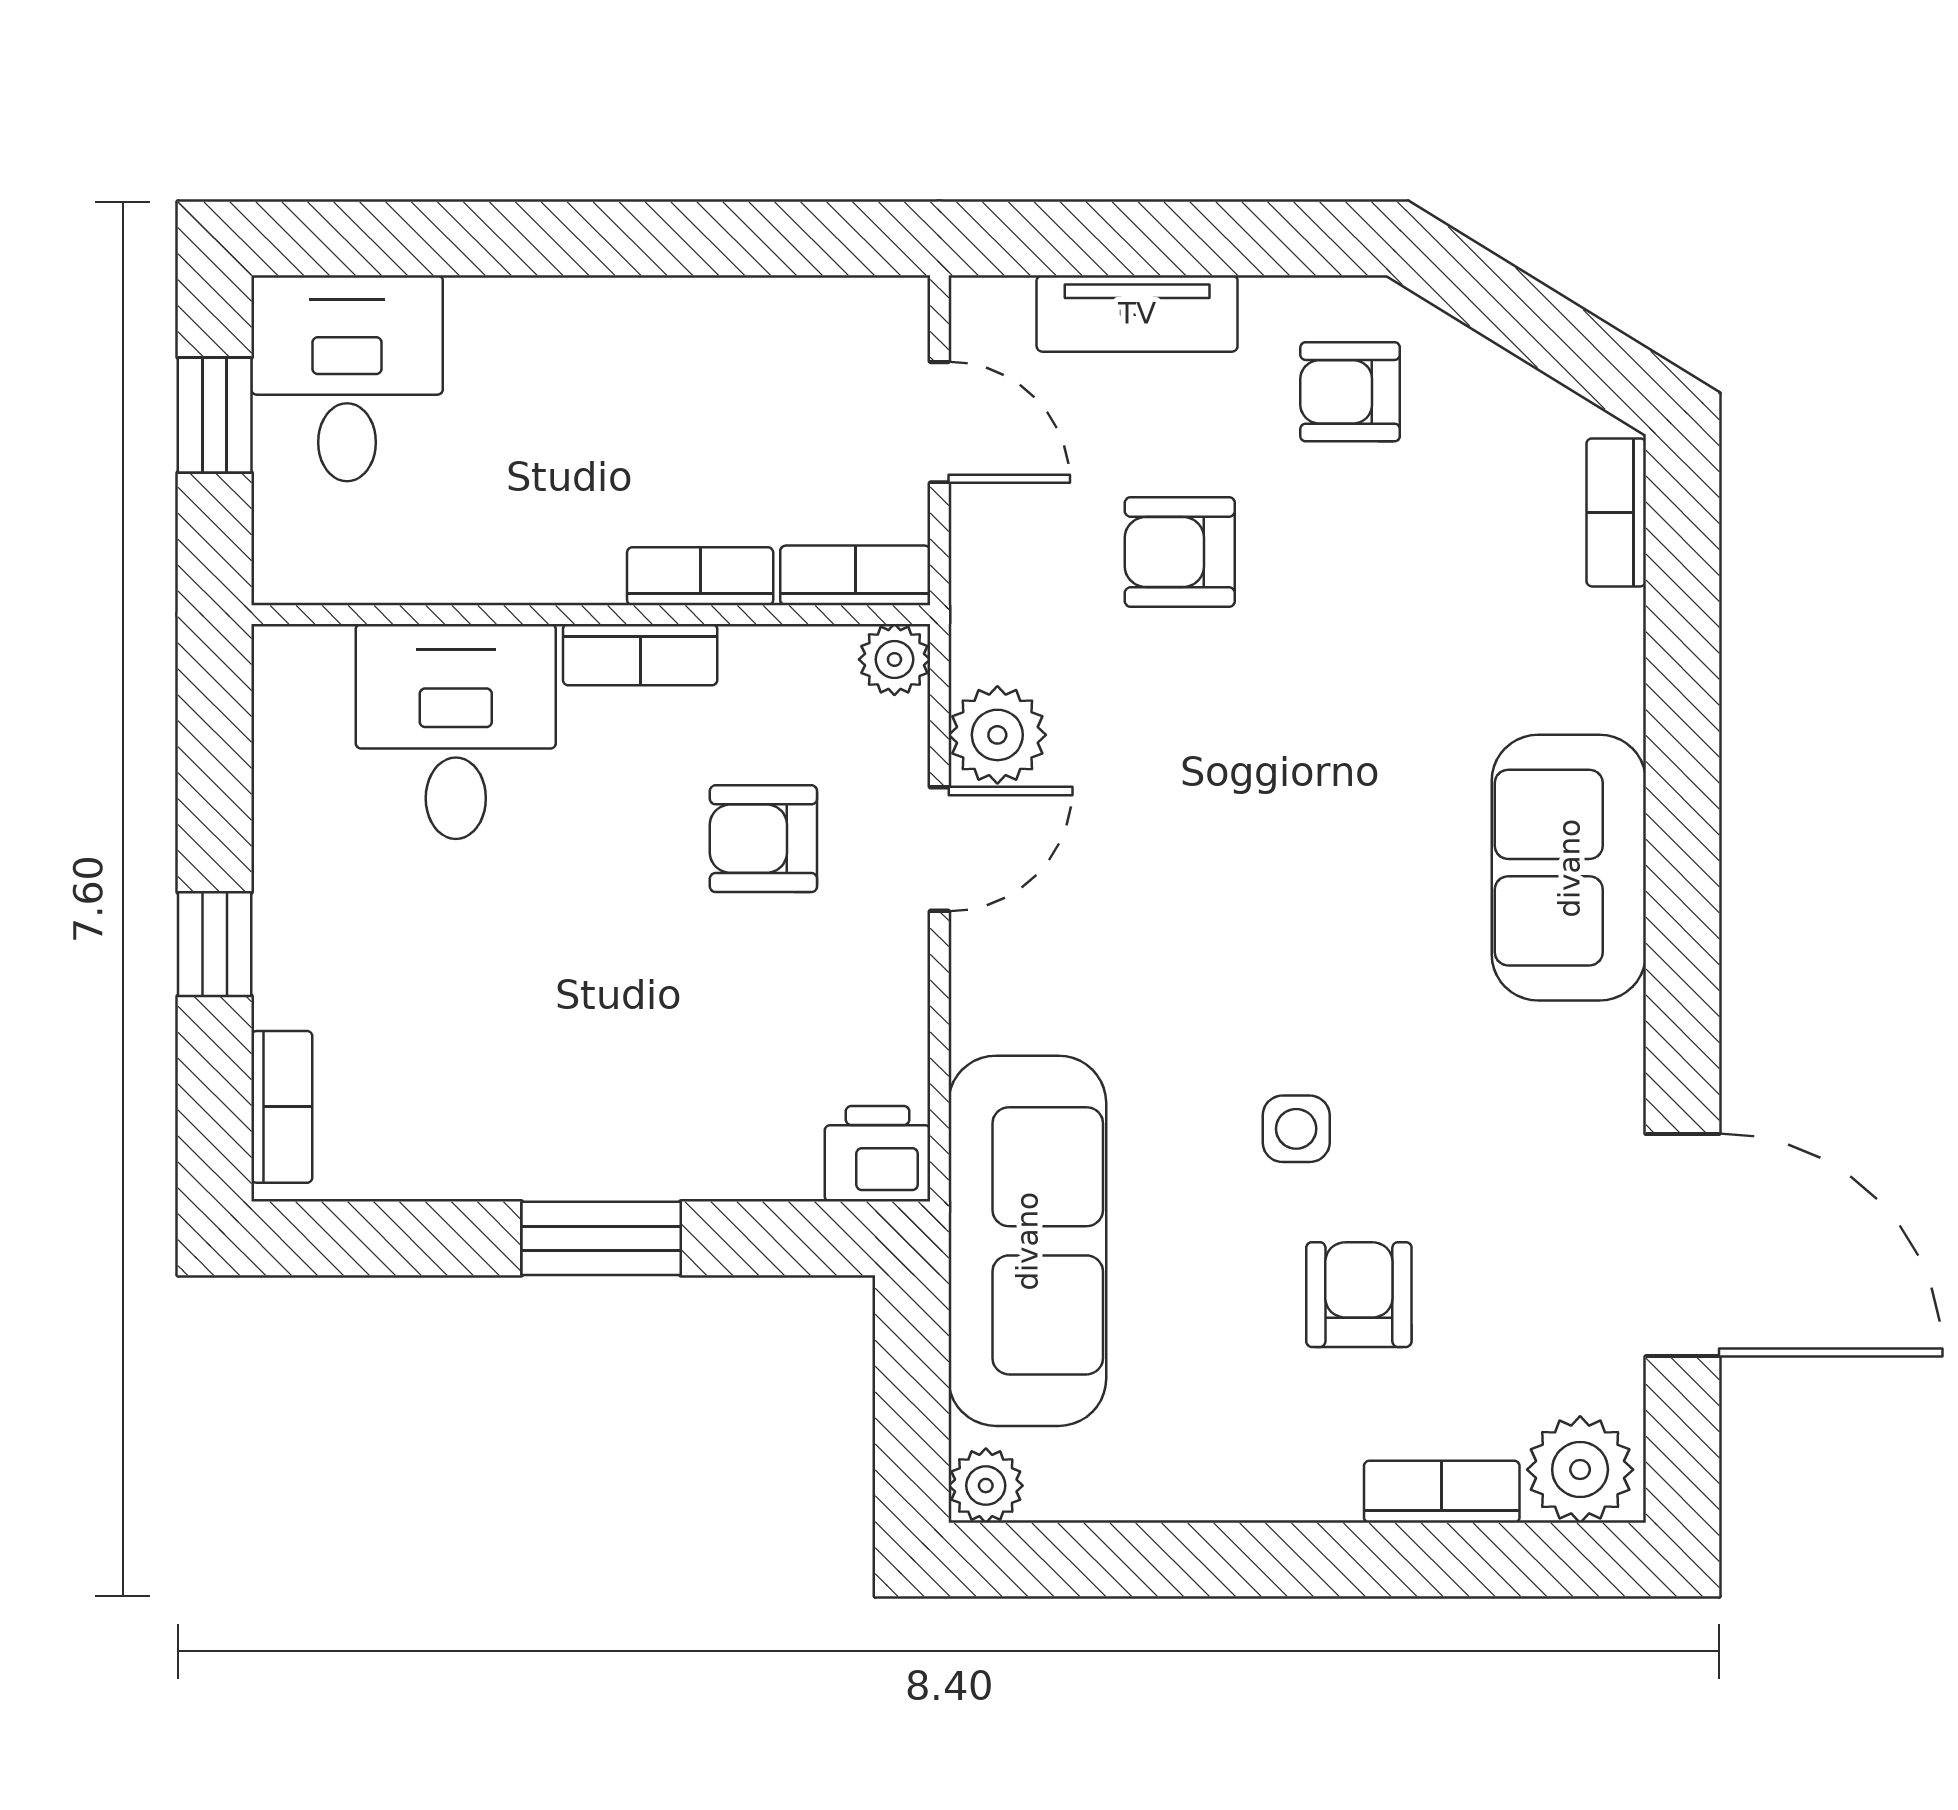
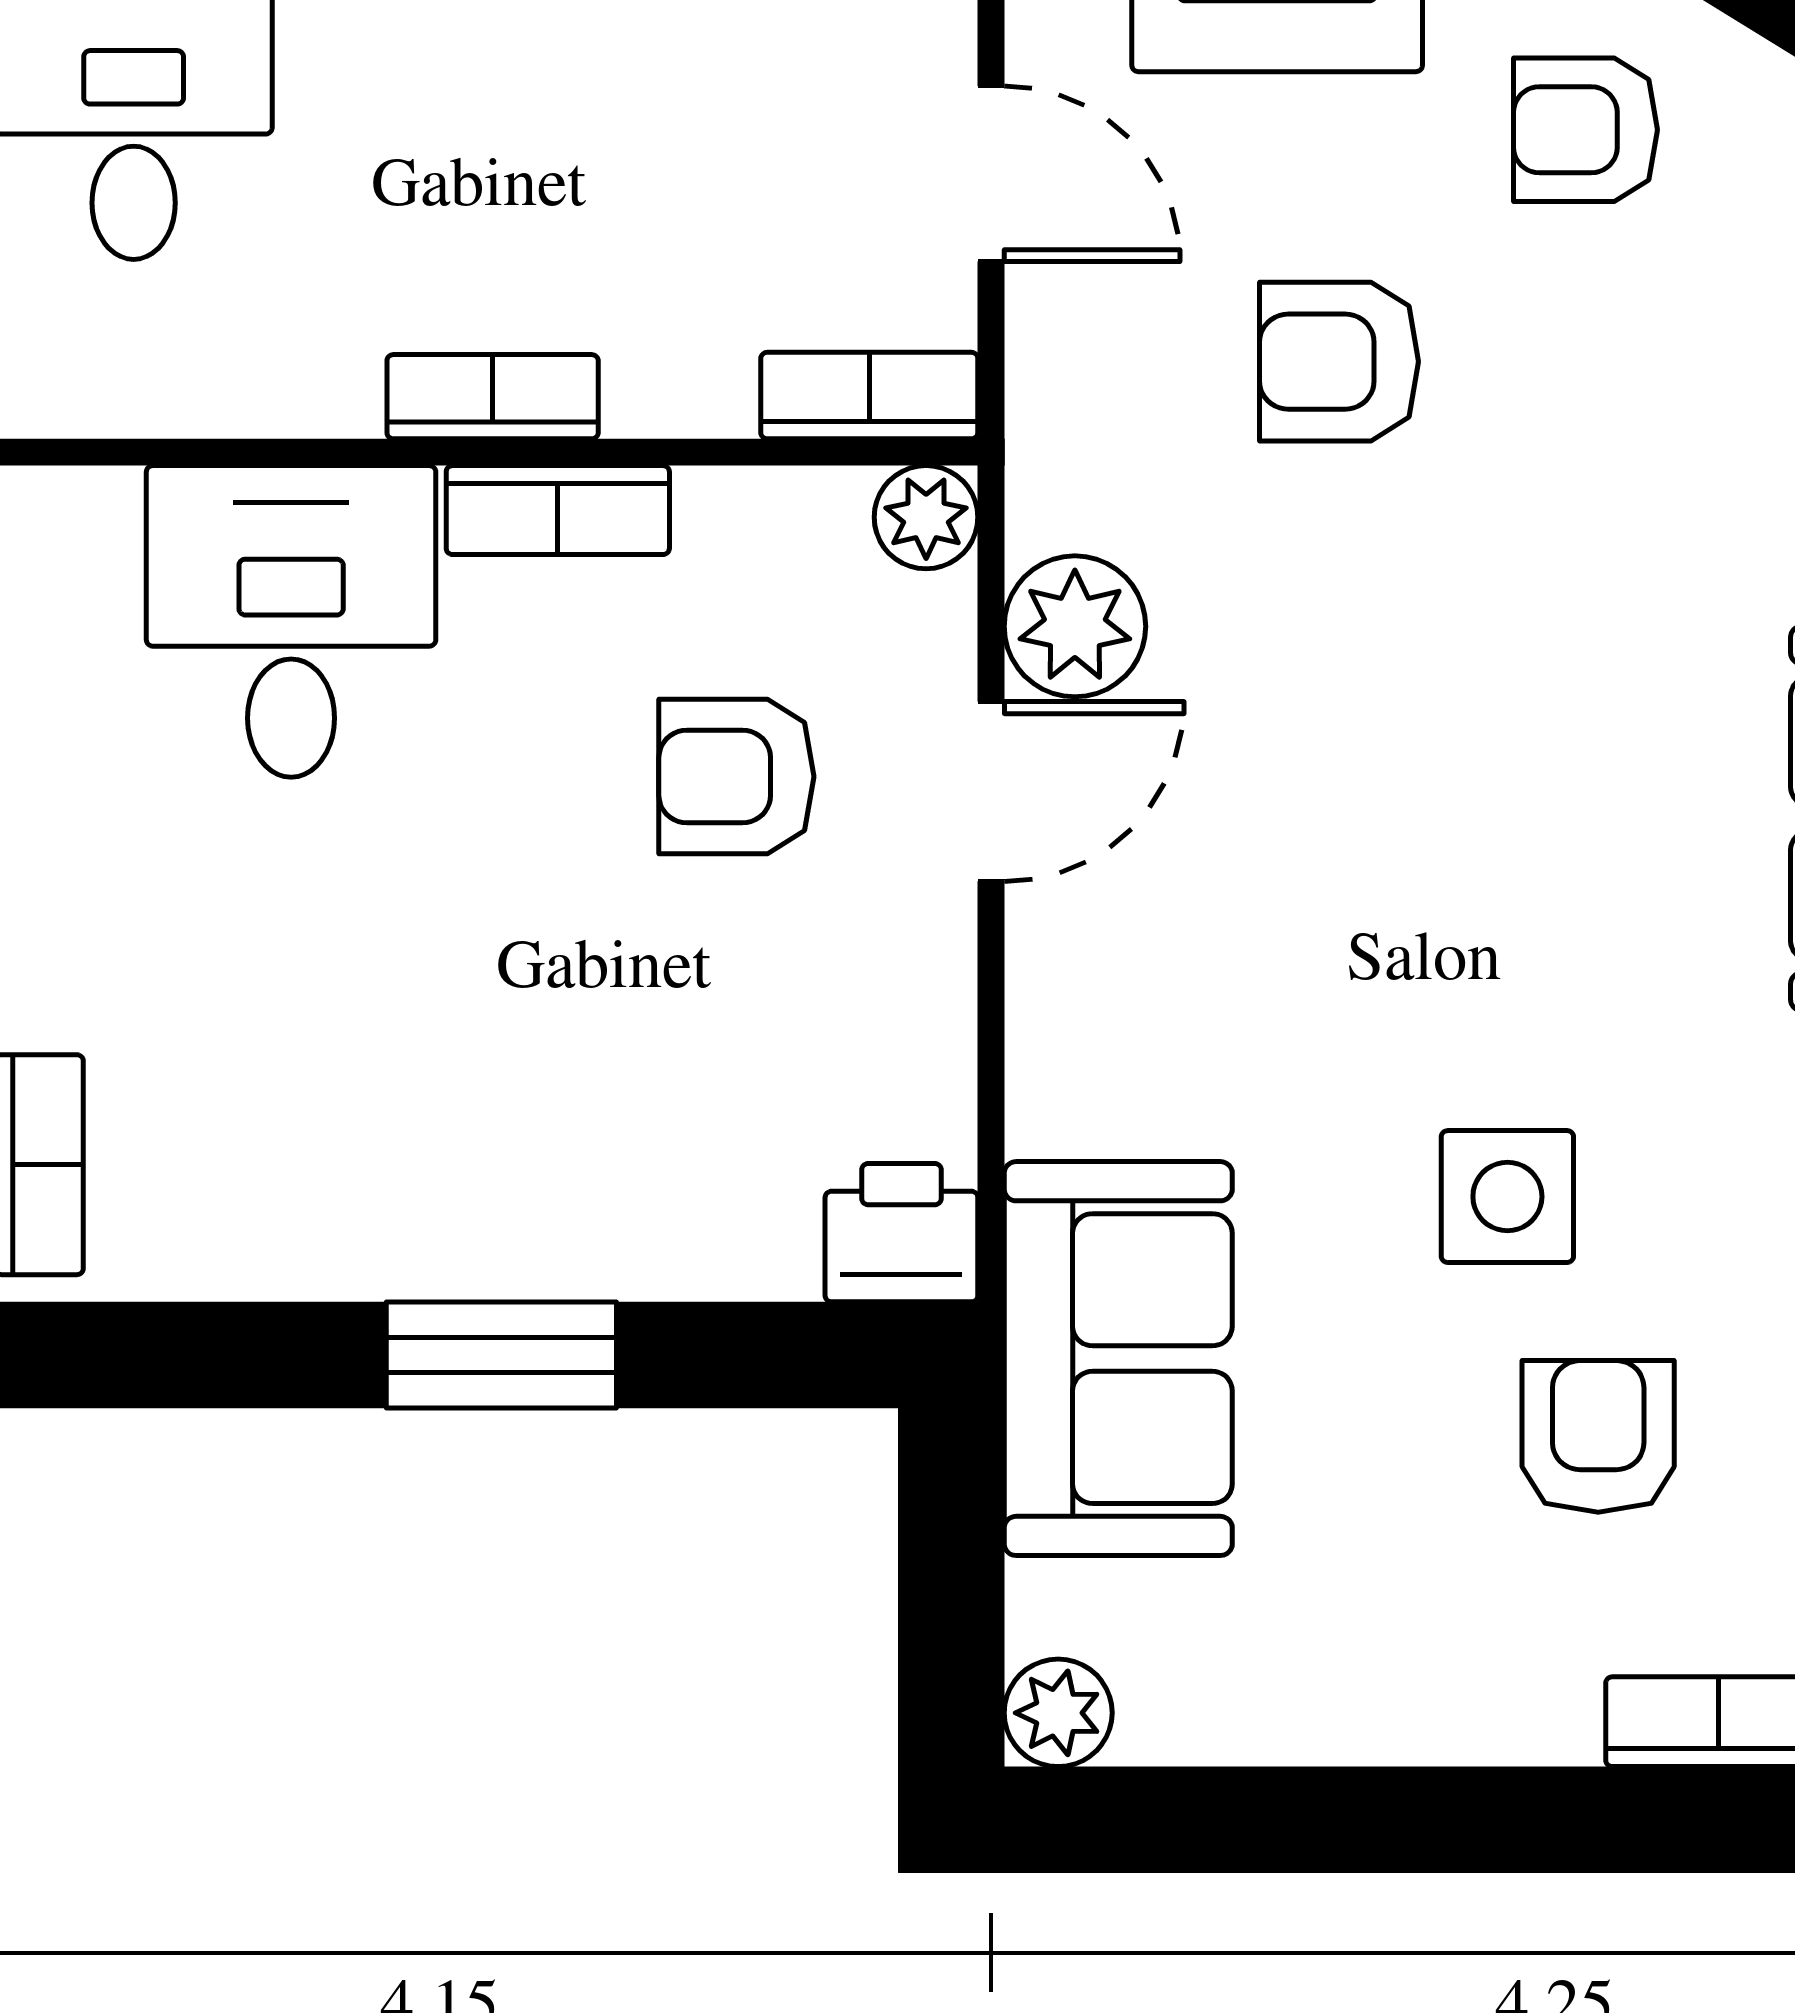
bookcase: (700, 576) -> (493, 397), moved
side table: (1296, 1129) -> (1507, 1197), width x1.37, depth x1.37
sofa: (1027, 1241) -> (1118, 1359), width x0.73

